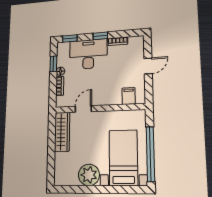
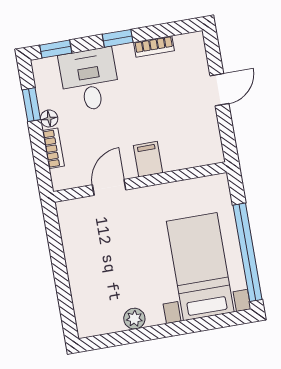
desk: (88, 54) -> (89, 80), width x0.73
filing cabinet: (129, 96) -> (148, 159), moved
wardrobe: (62, 132) -> (75, 237), removed
plant: (89, 175) -> (134, 319), width x0.53, depth x0.53

